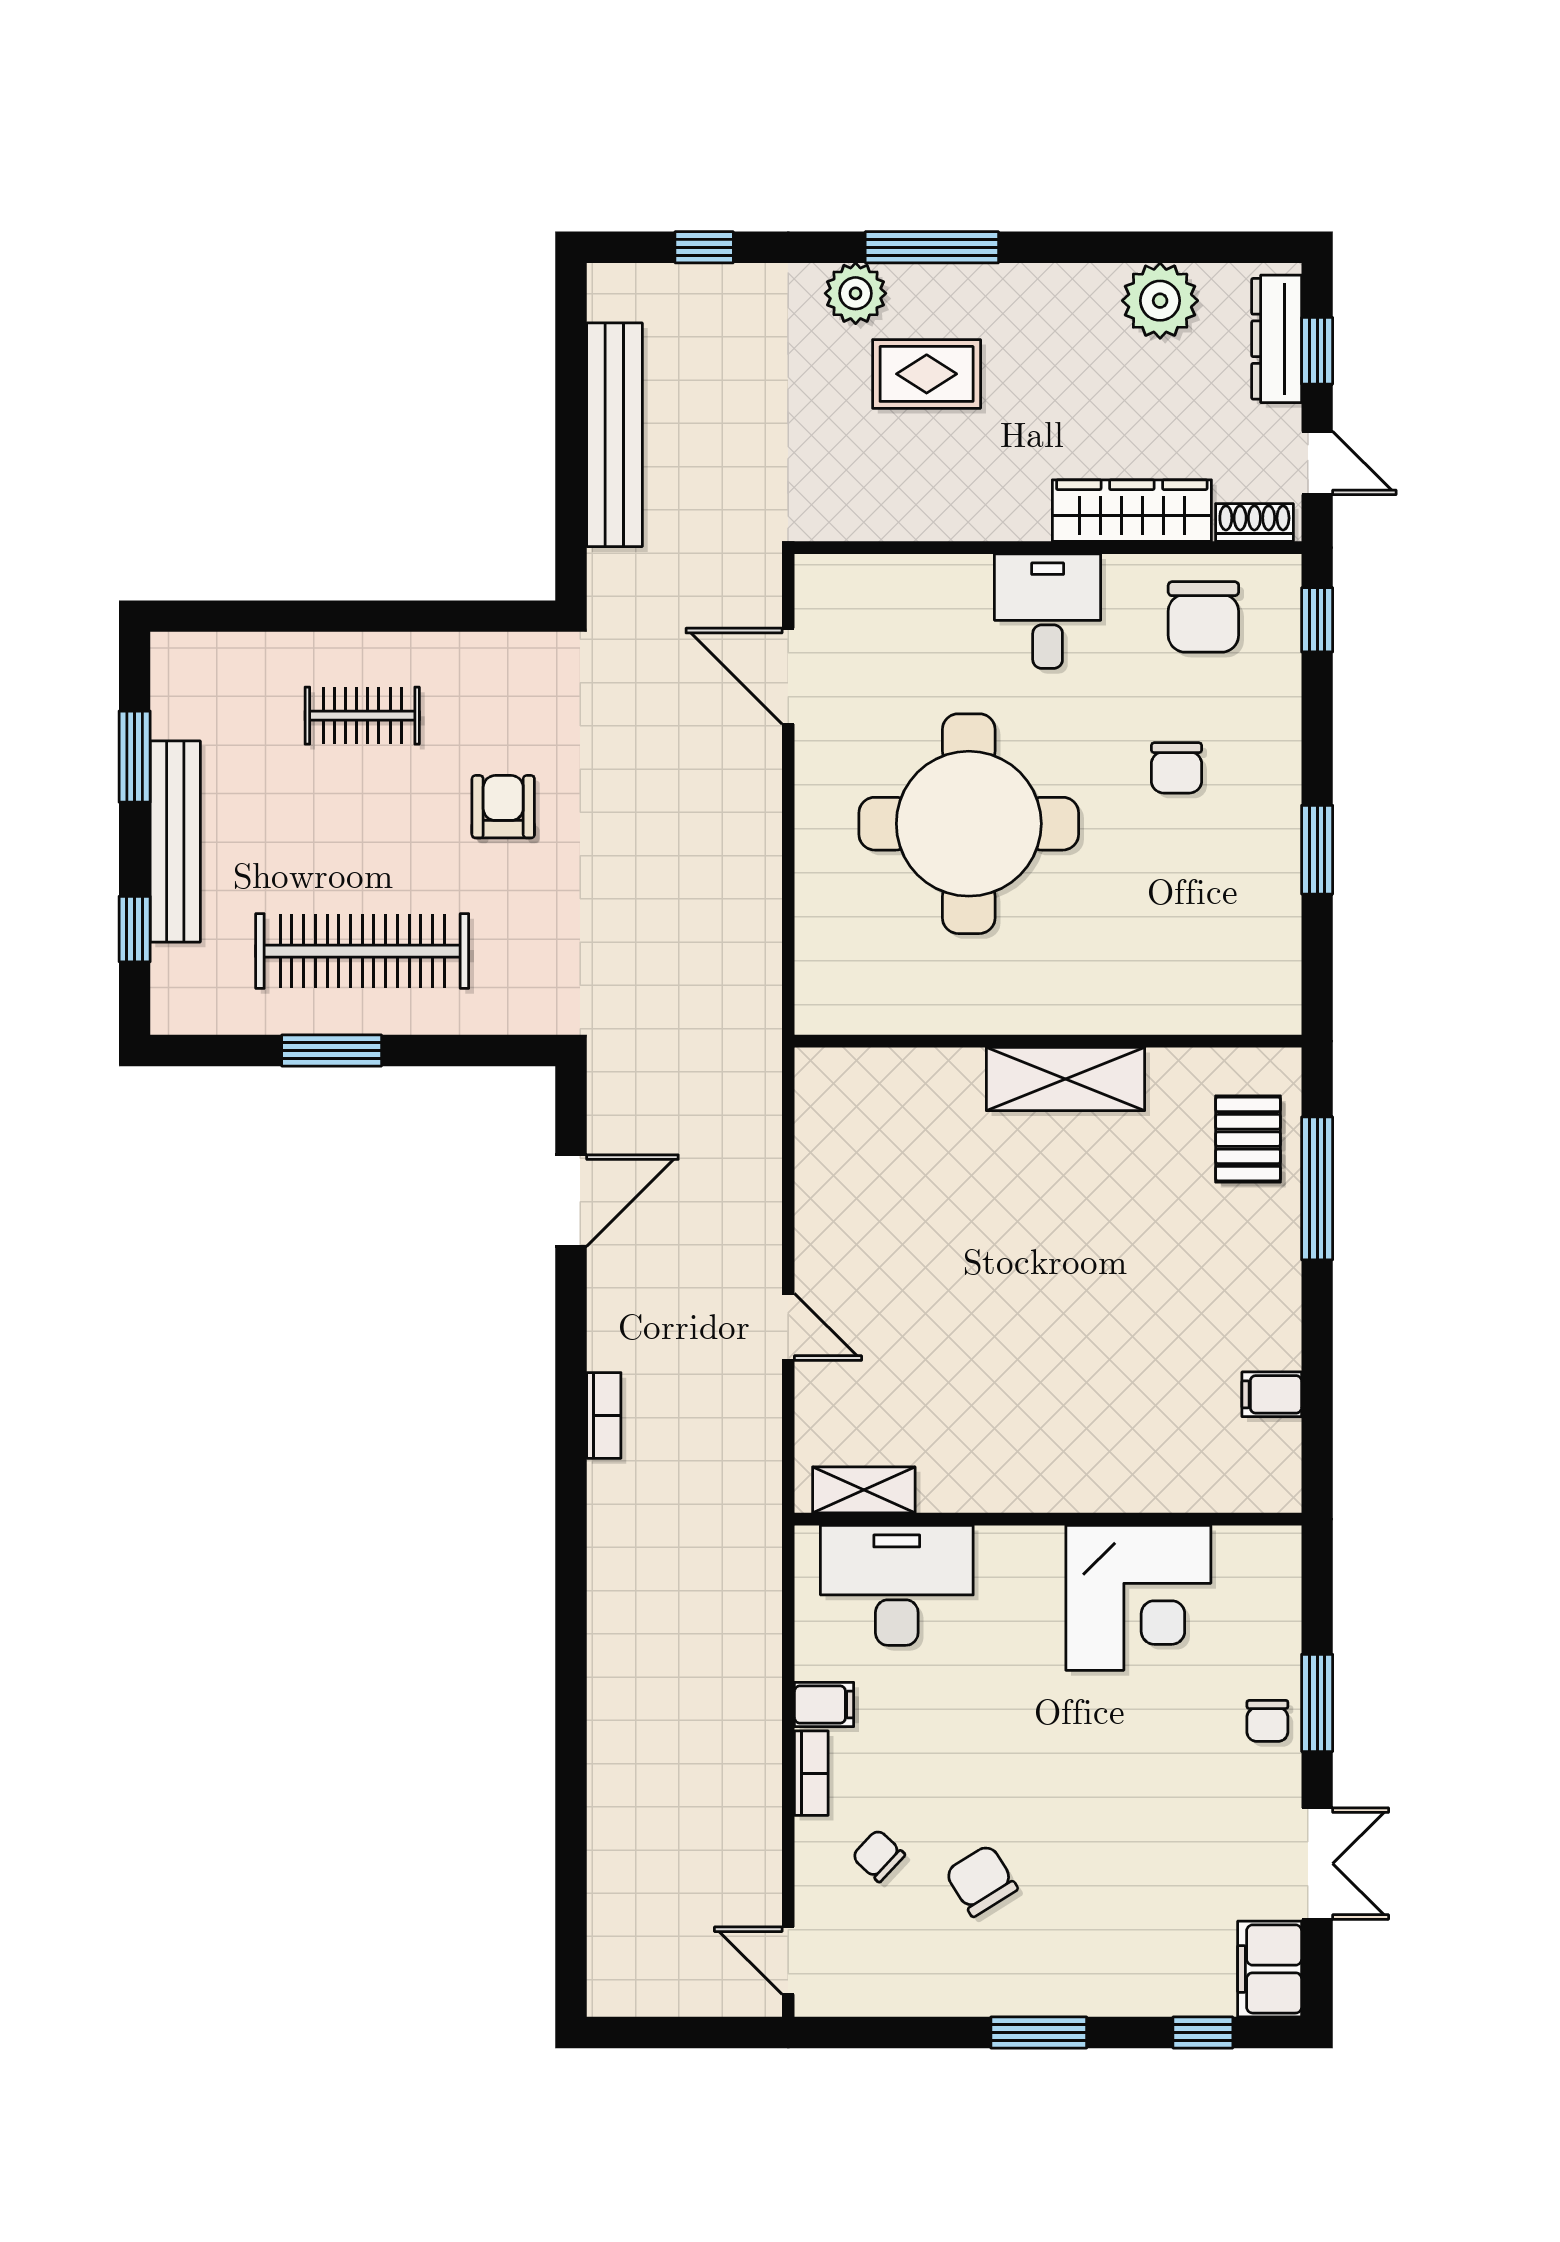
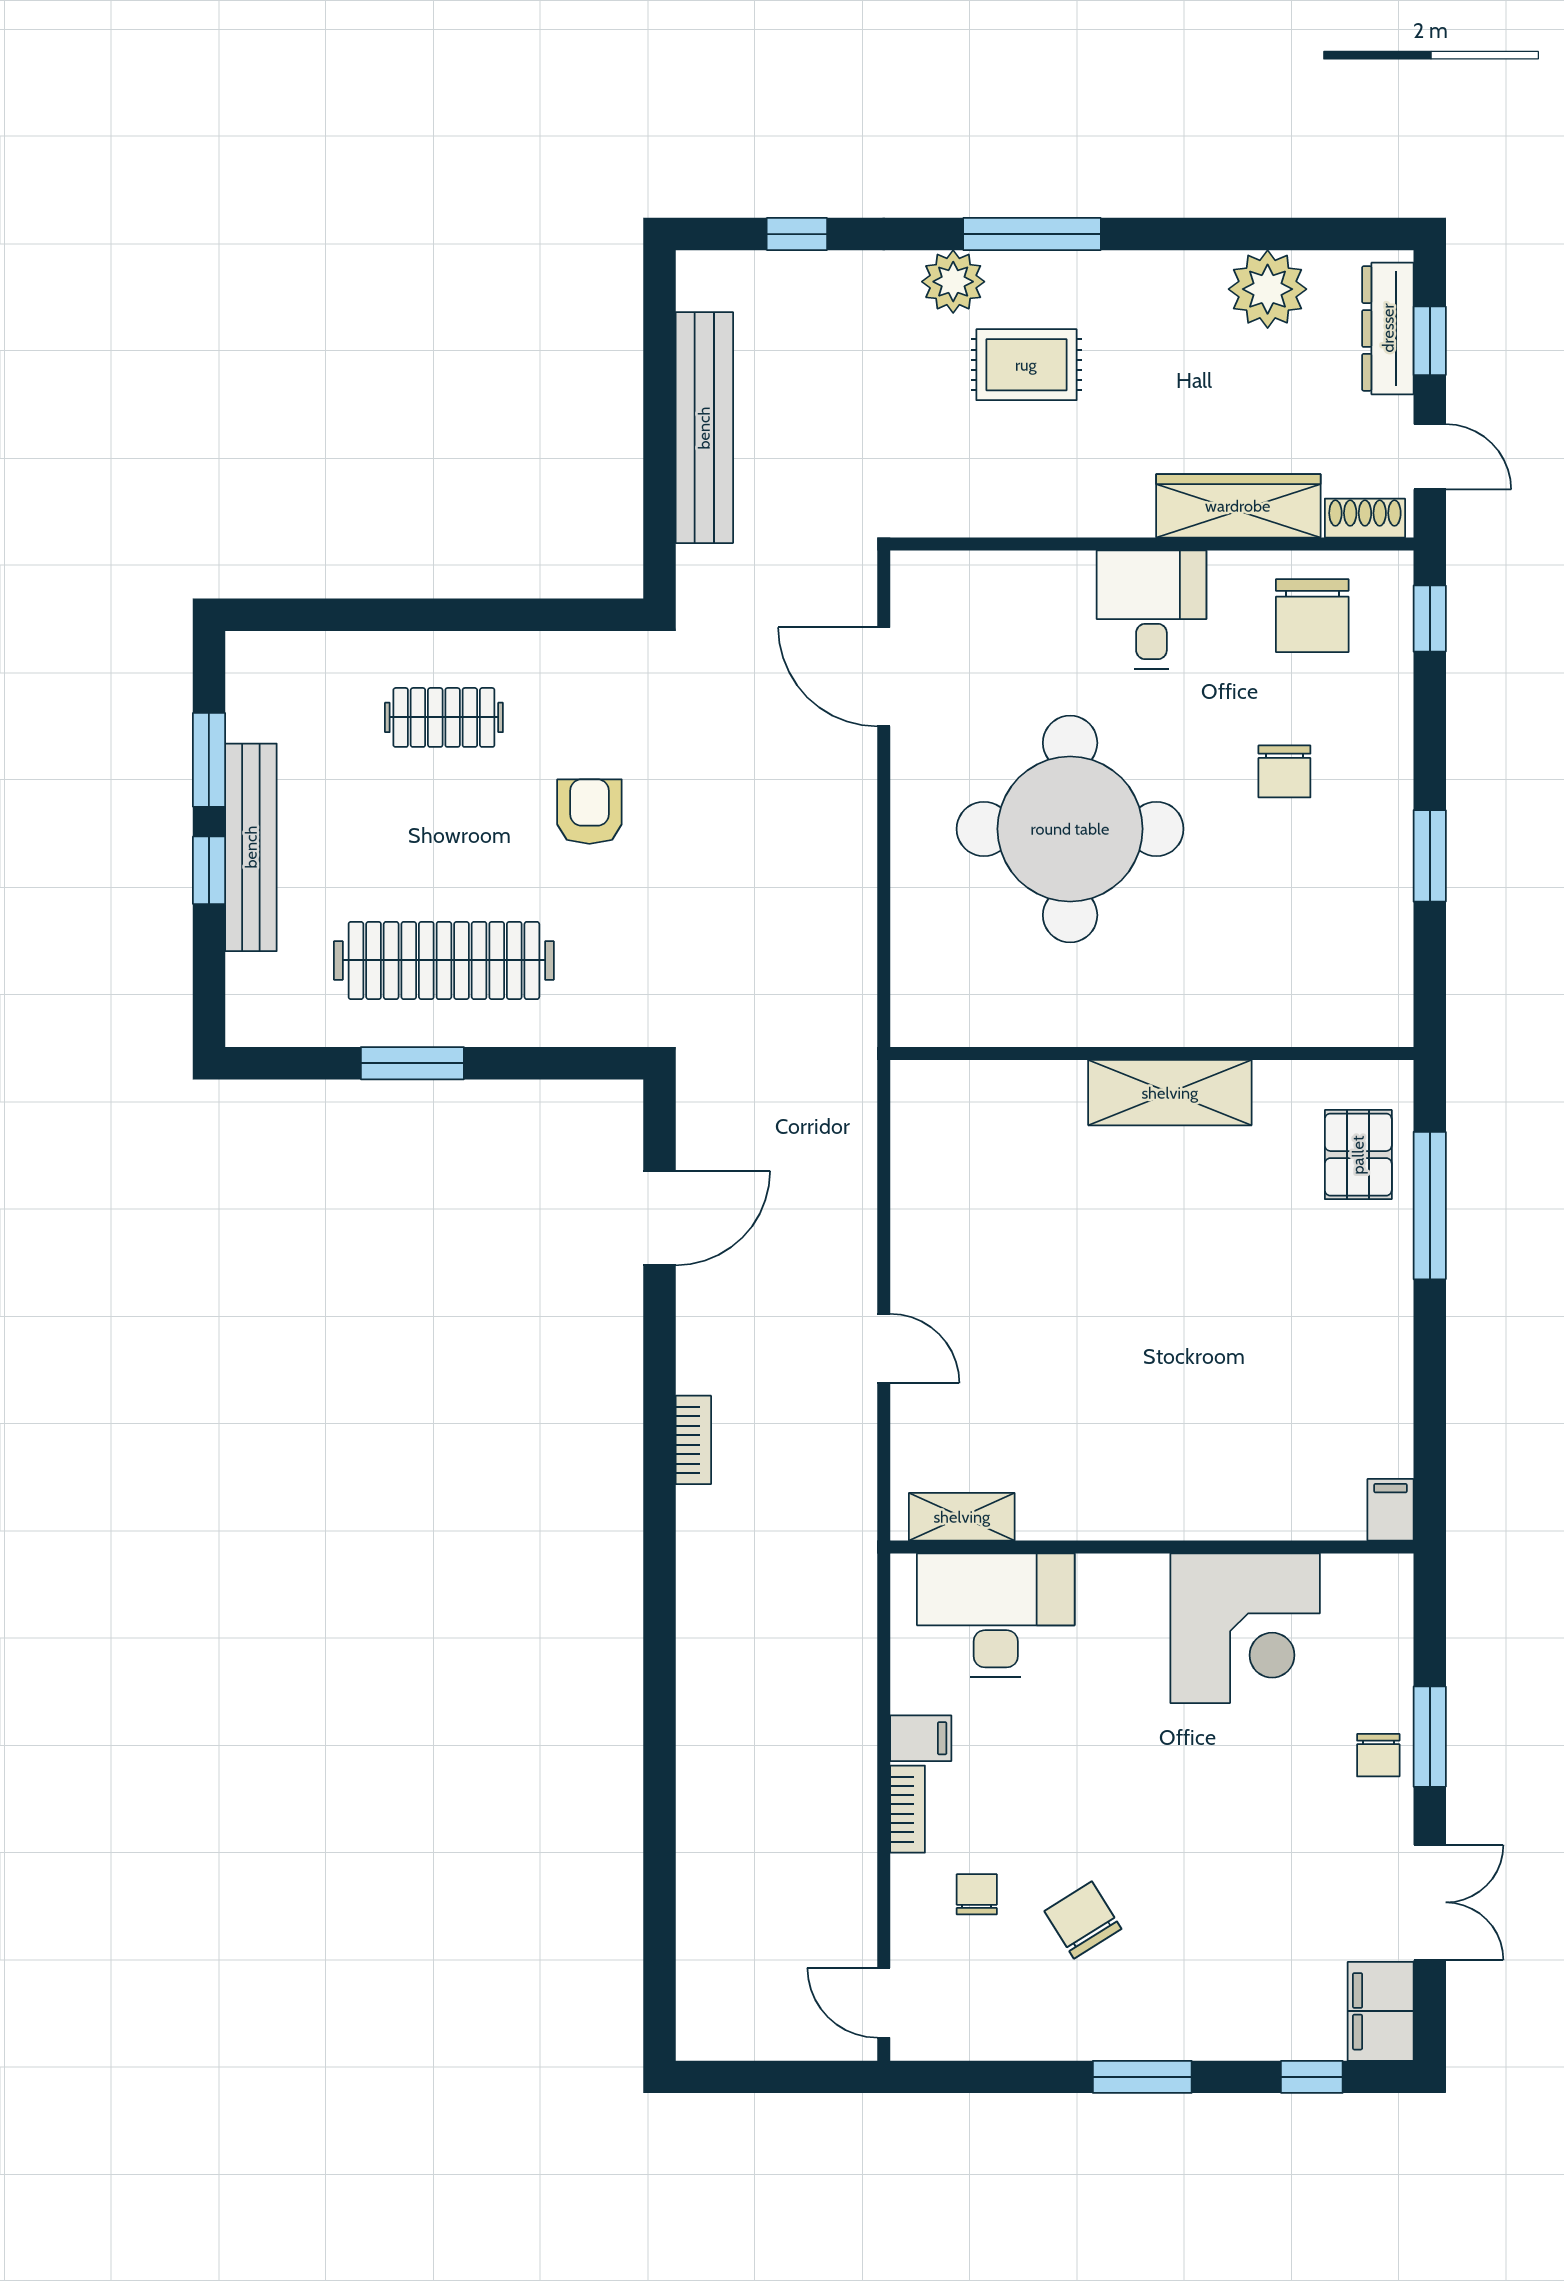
window: (135, 929) -> (209, 870), moved
filing cabinet: (1272, 1394) -> (1391, 1510), moved, turned 90
chair: (878, 1856) -> (977, 1894), turned 47

